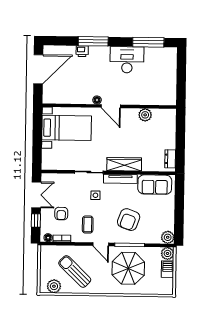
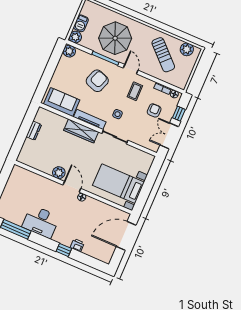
window: (93, 41) -> (64, 250), width x0.46
door: (38, 69) -> (126, 236), moved
plant: (145, 115) -> (59, 173), moved
dresser: (170, 159) -> (34, 131), moved

